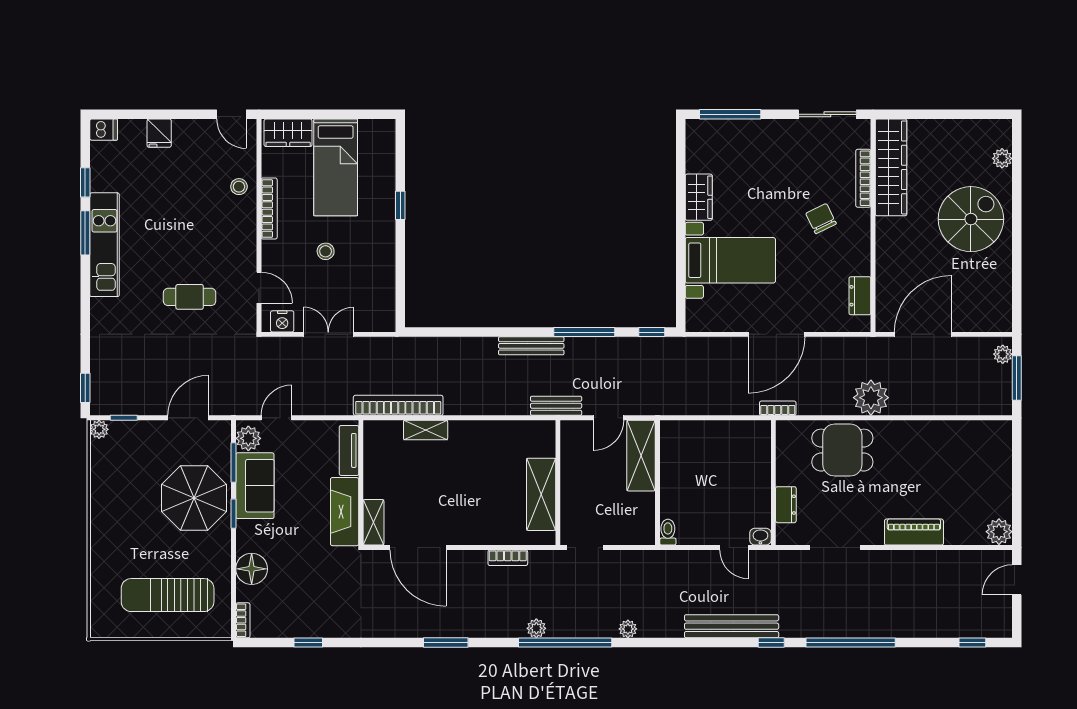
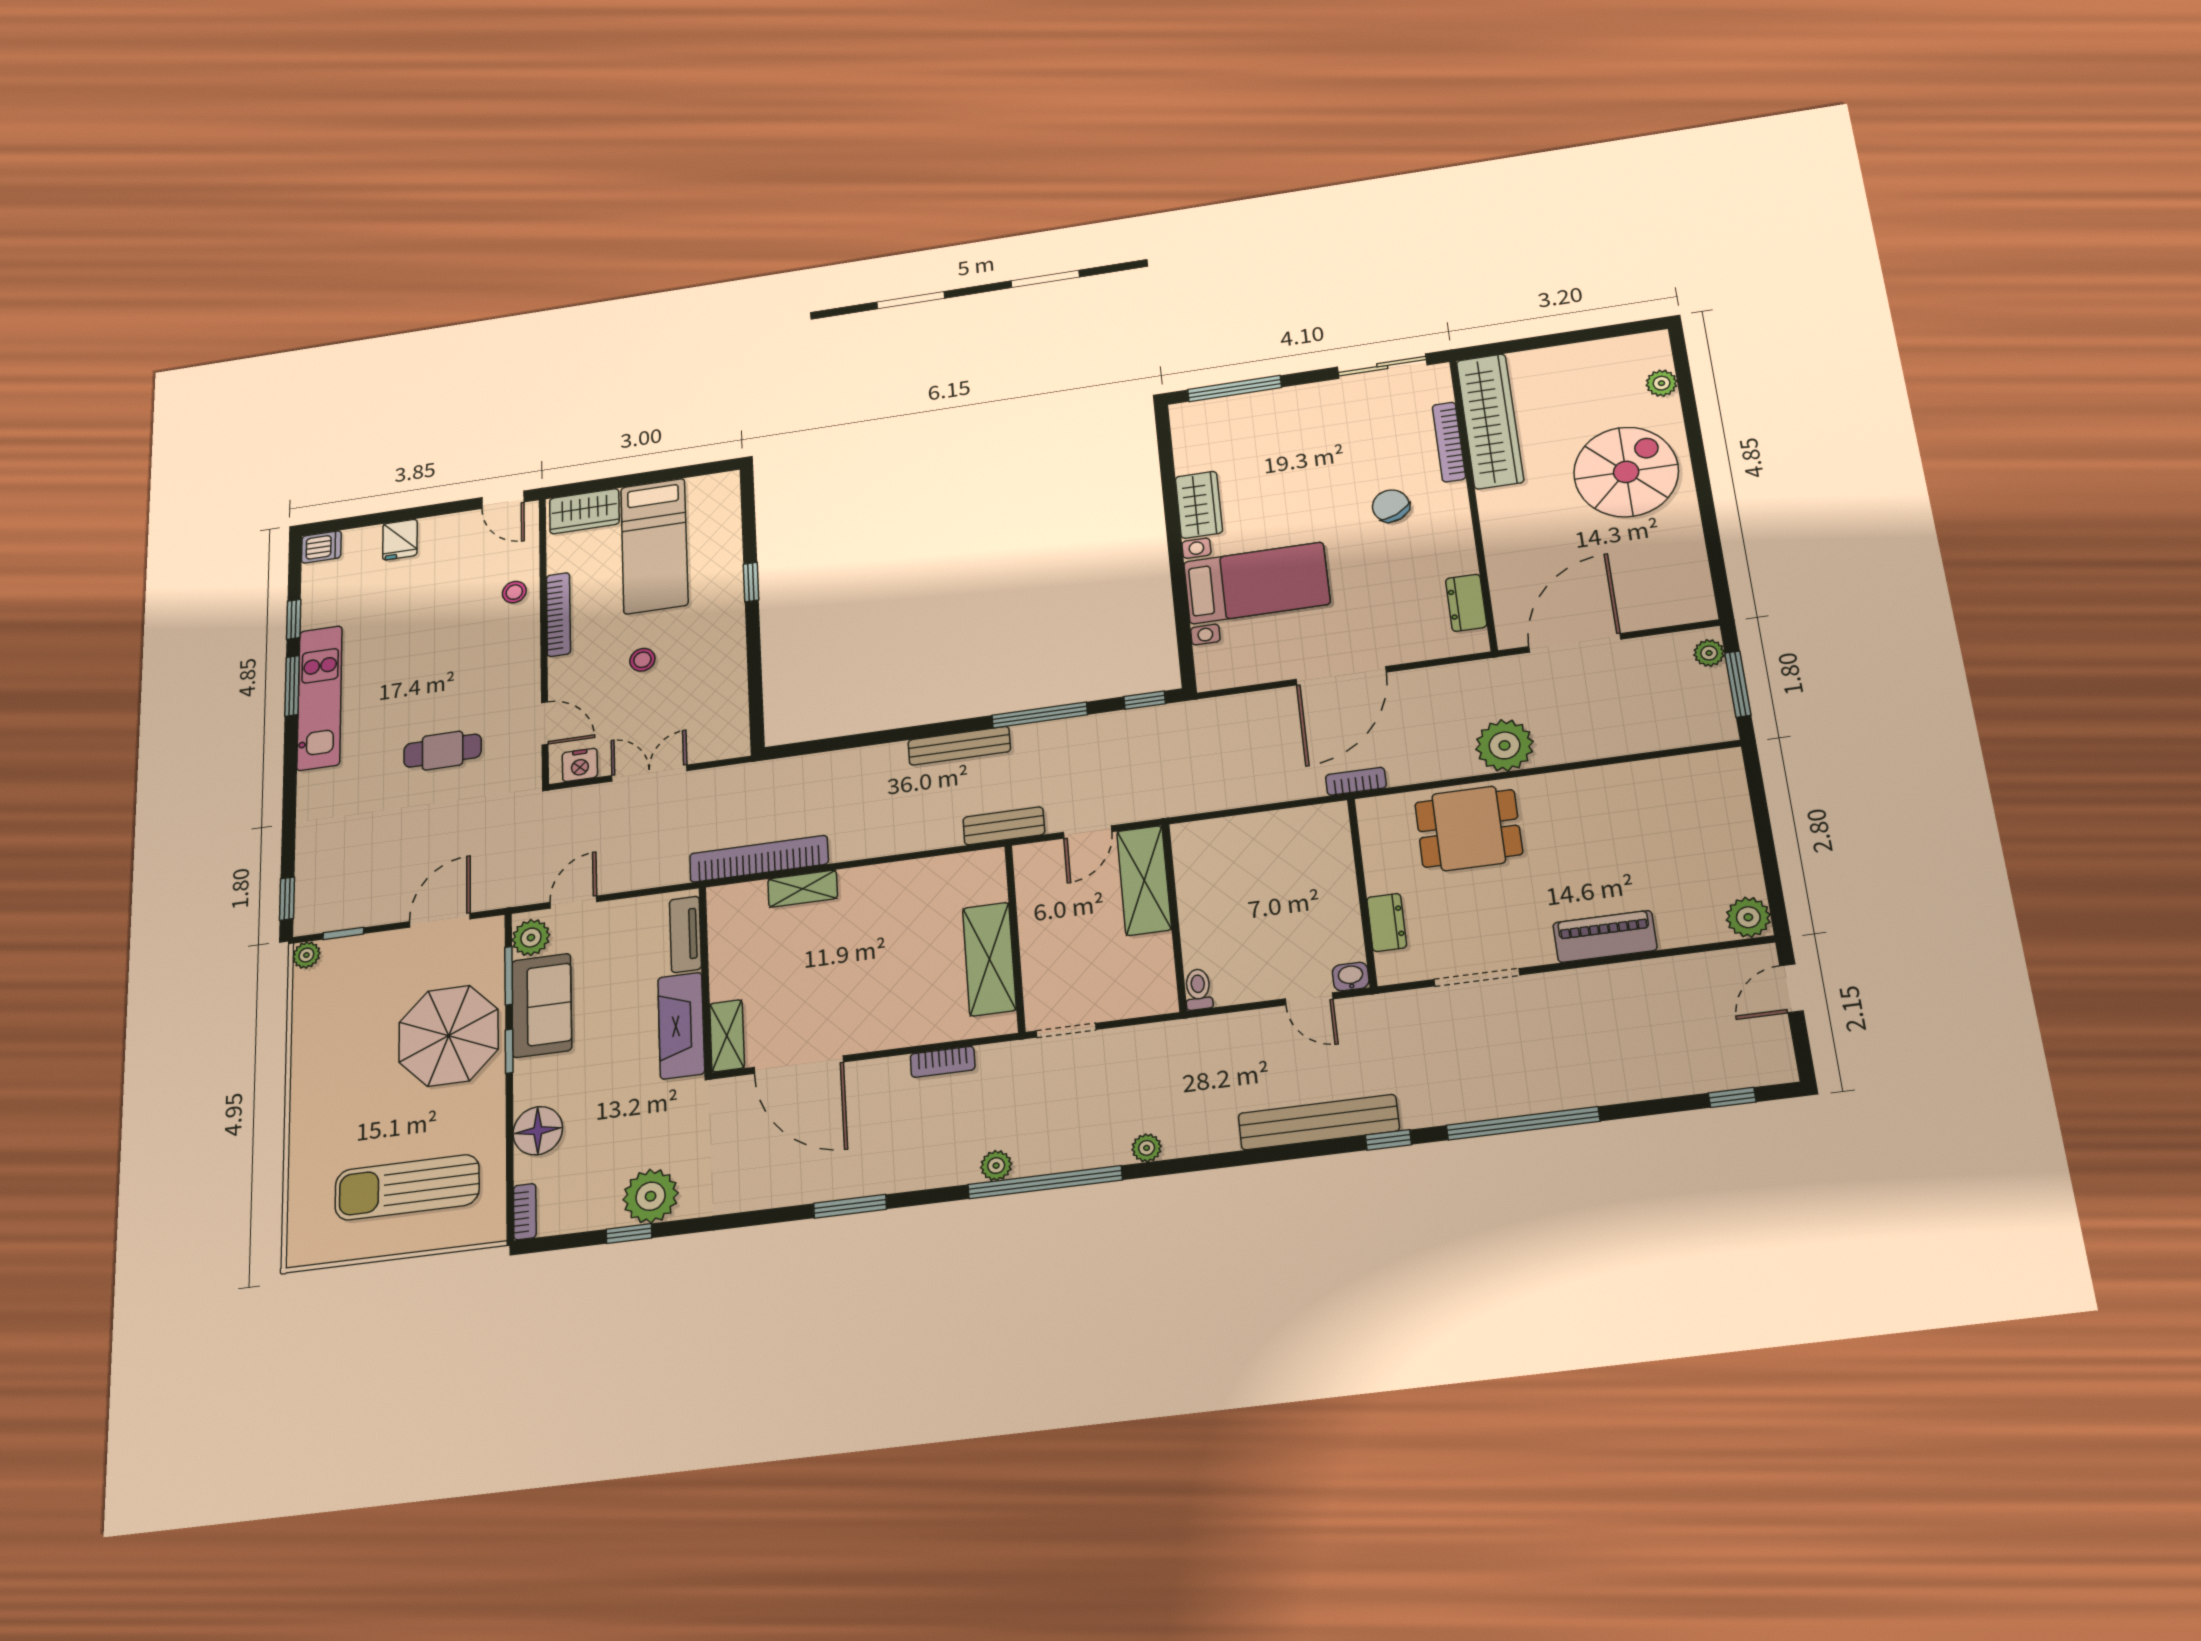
plant: (322, 620) -> (651, 1196), added

